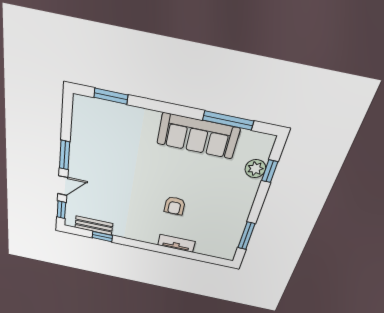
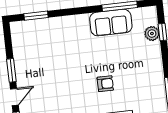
sofa: (198, 136) -> (111, 23), width x0.73
armchair: (175, 206) -> (105, 84), turned -90

